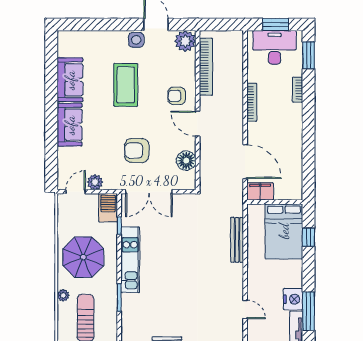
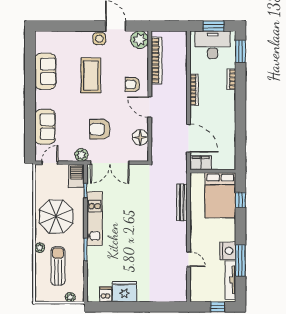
sofa: (70, 125) -> (45, 127), moved
plant: (95, 182) -> (81, 155), moved

